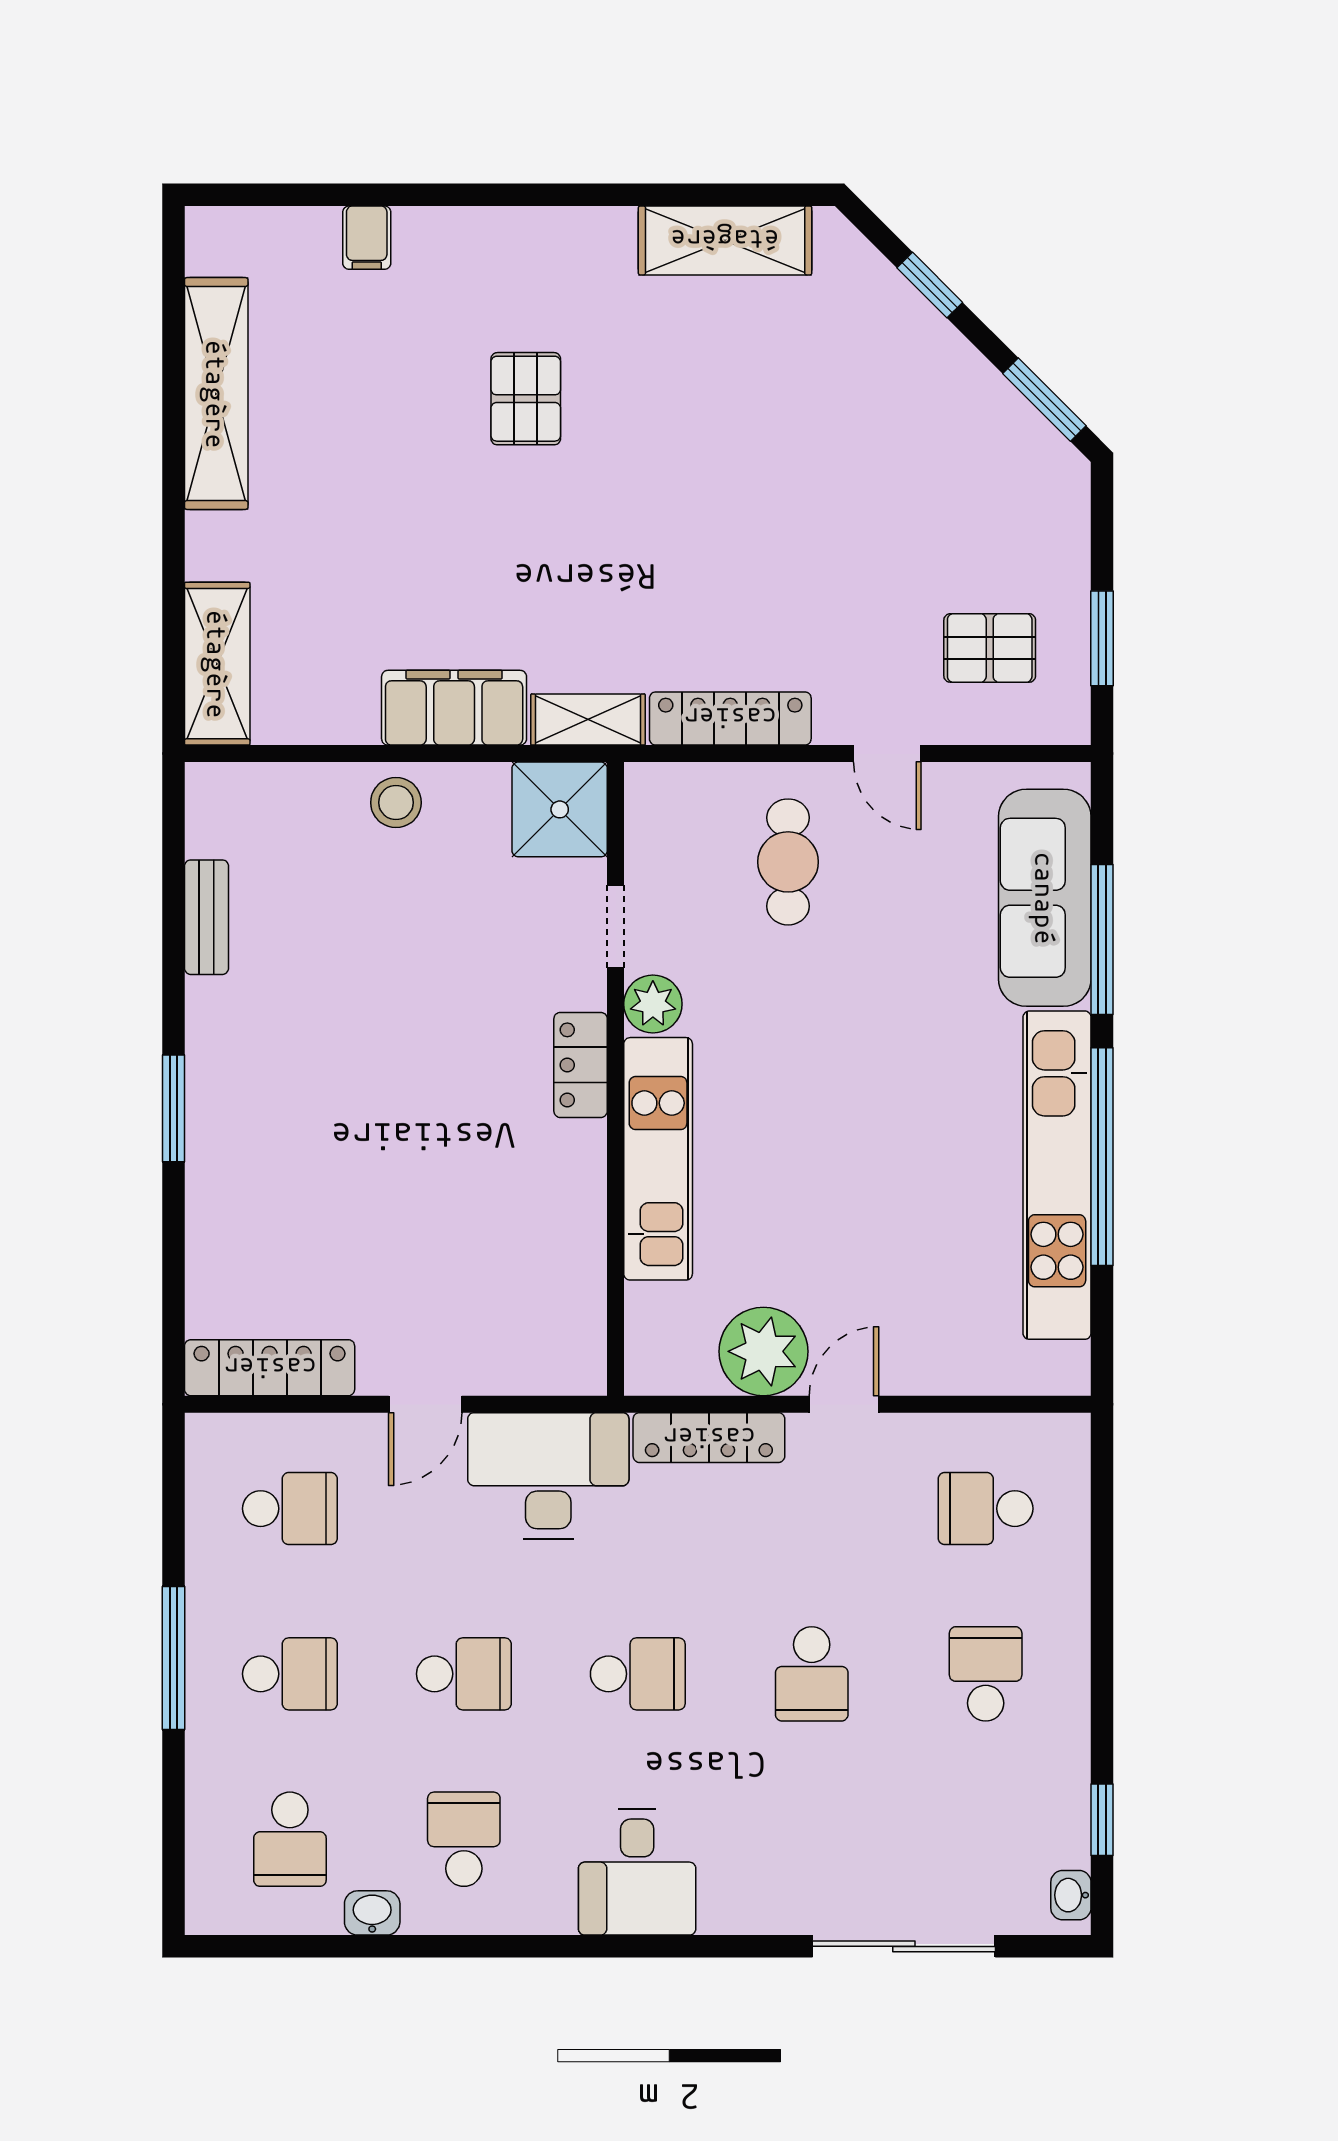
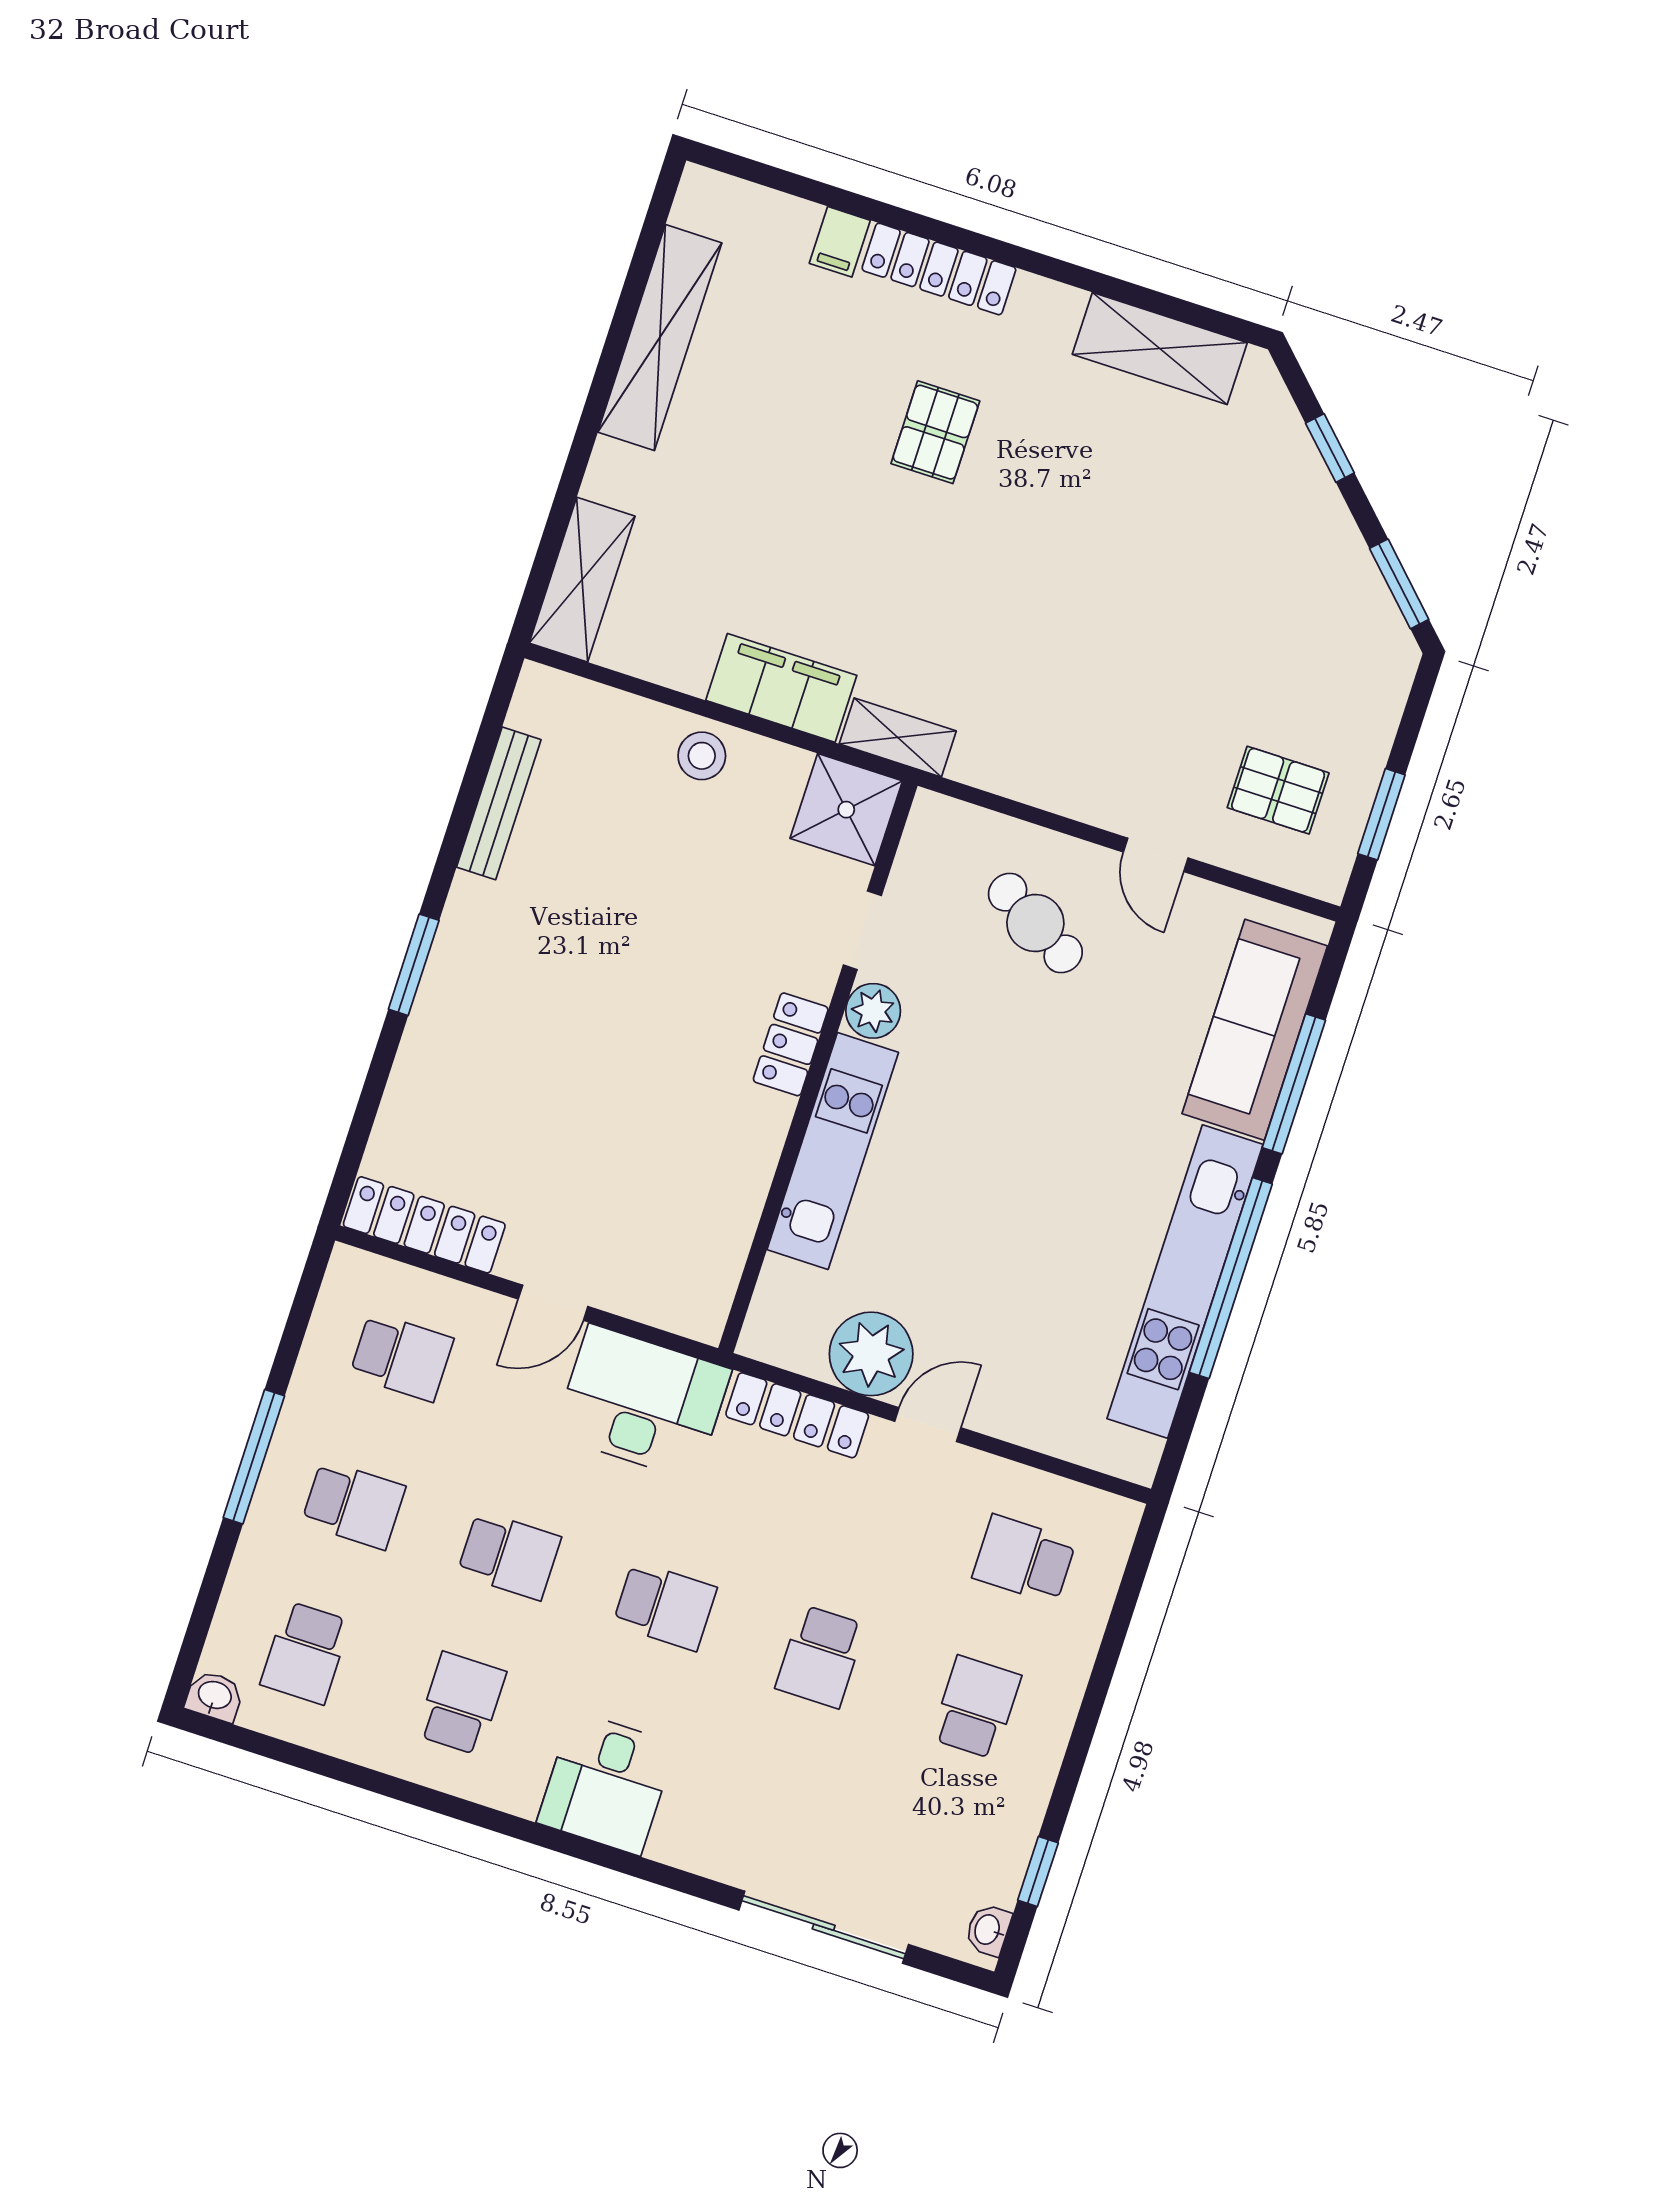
locker: (730, 718) -> (939, 269), moved, turned 180
cafe table: (788, 862) -> (1035, 923), turned -60
bench: (206, 917) -> (499, 803), width x1.36
washbasin: (372, 1913) -> (214, 1696), moved

